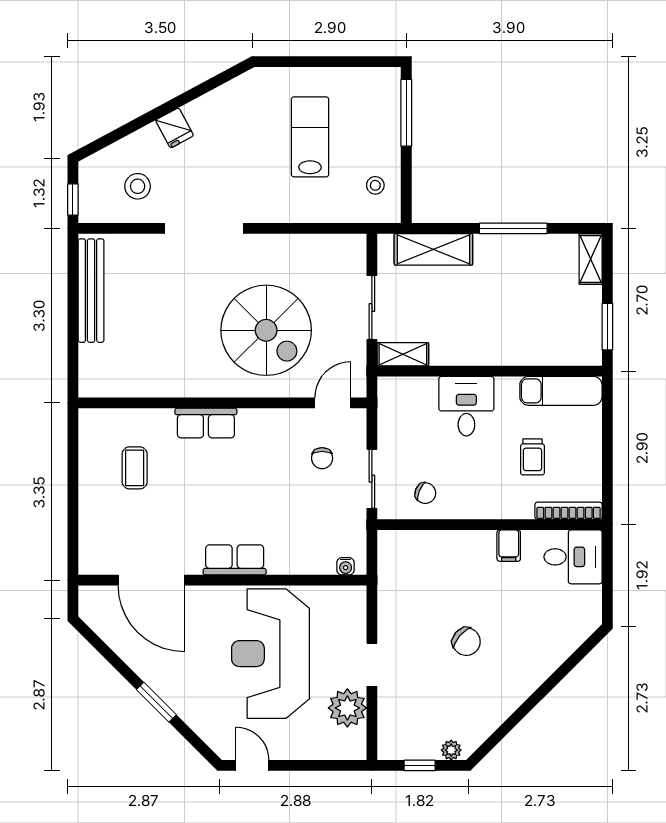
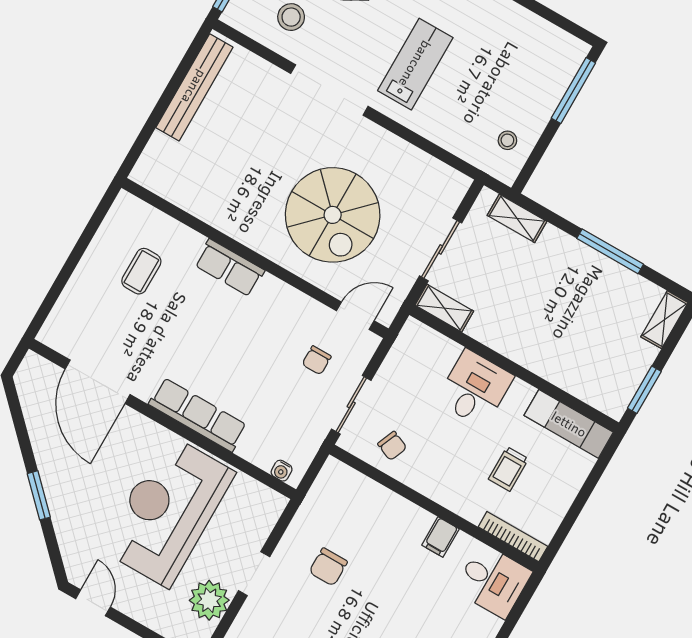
lab bench: (310, 137) -> (415, 64), moved
shelving: (433, 249) -> (517, 218), width x0.67, depth x0.75
row of seats: (235, 560) -> (198, 415), width x1.48
chair: (466, 642) -> (328, 567), moved, turned 49

